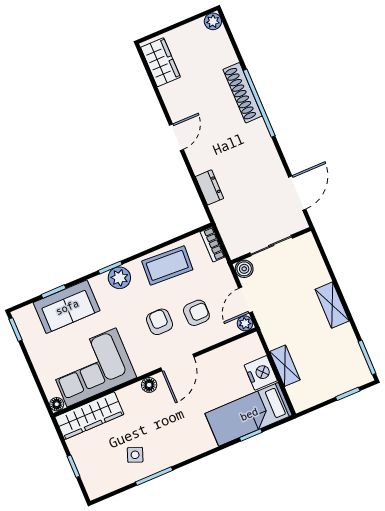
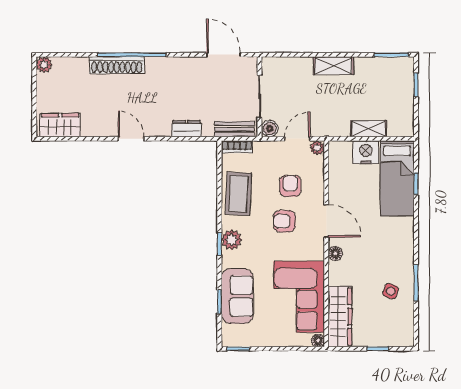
bench: (229, 235) -> (235, 129), added
door: (246, 300) -> (297, 139), swing flipped

